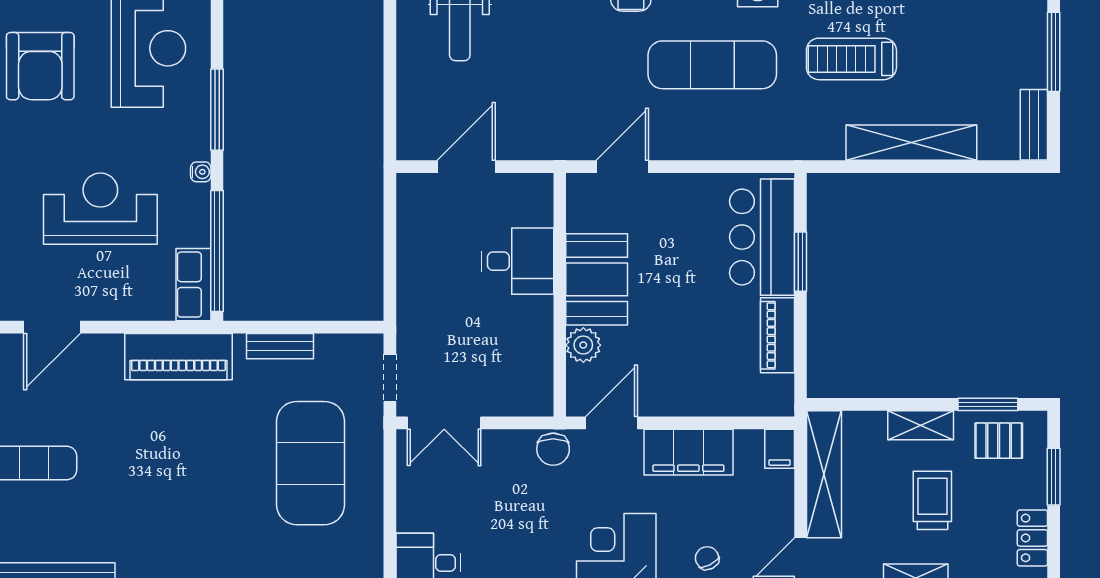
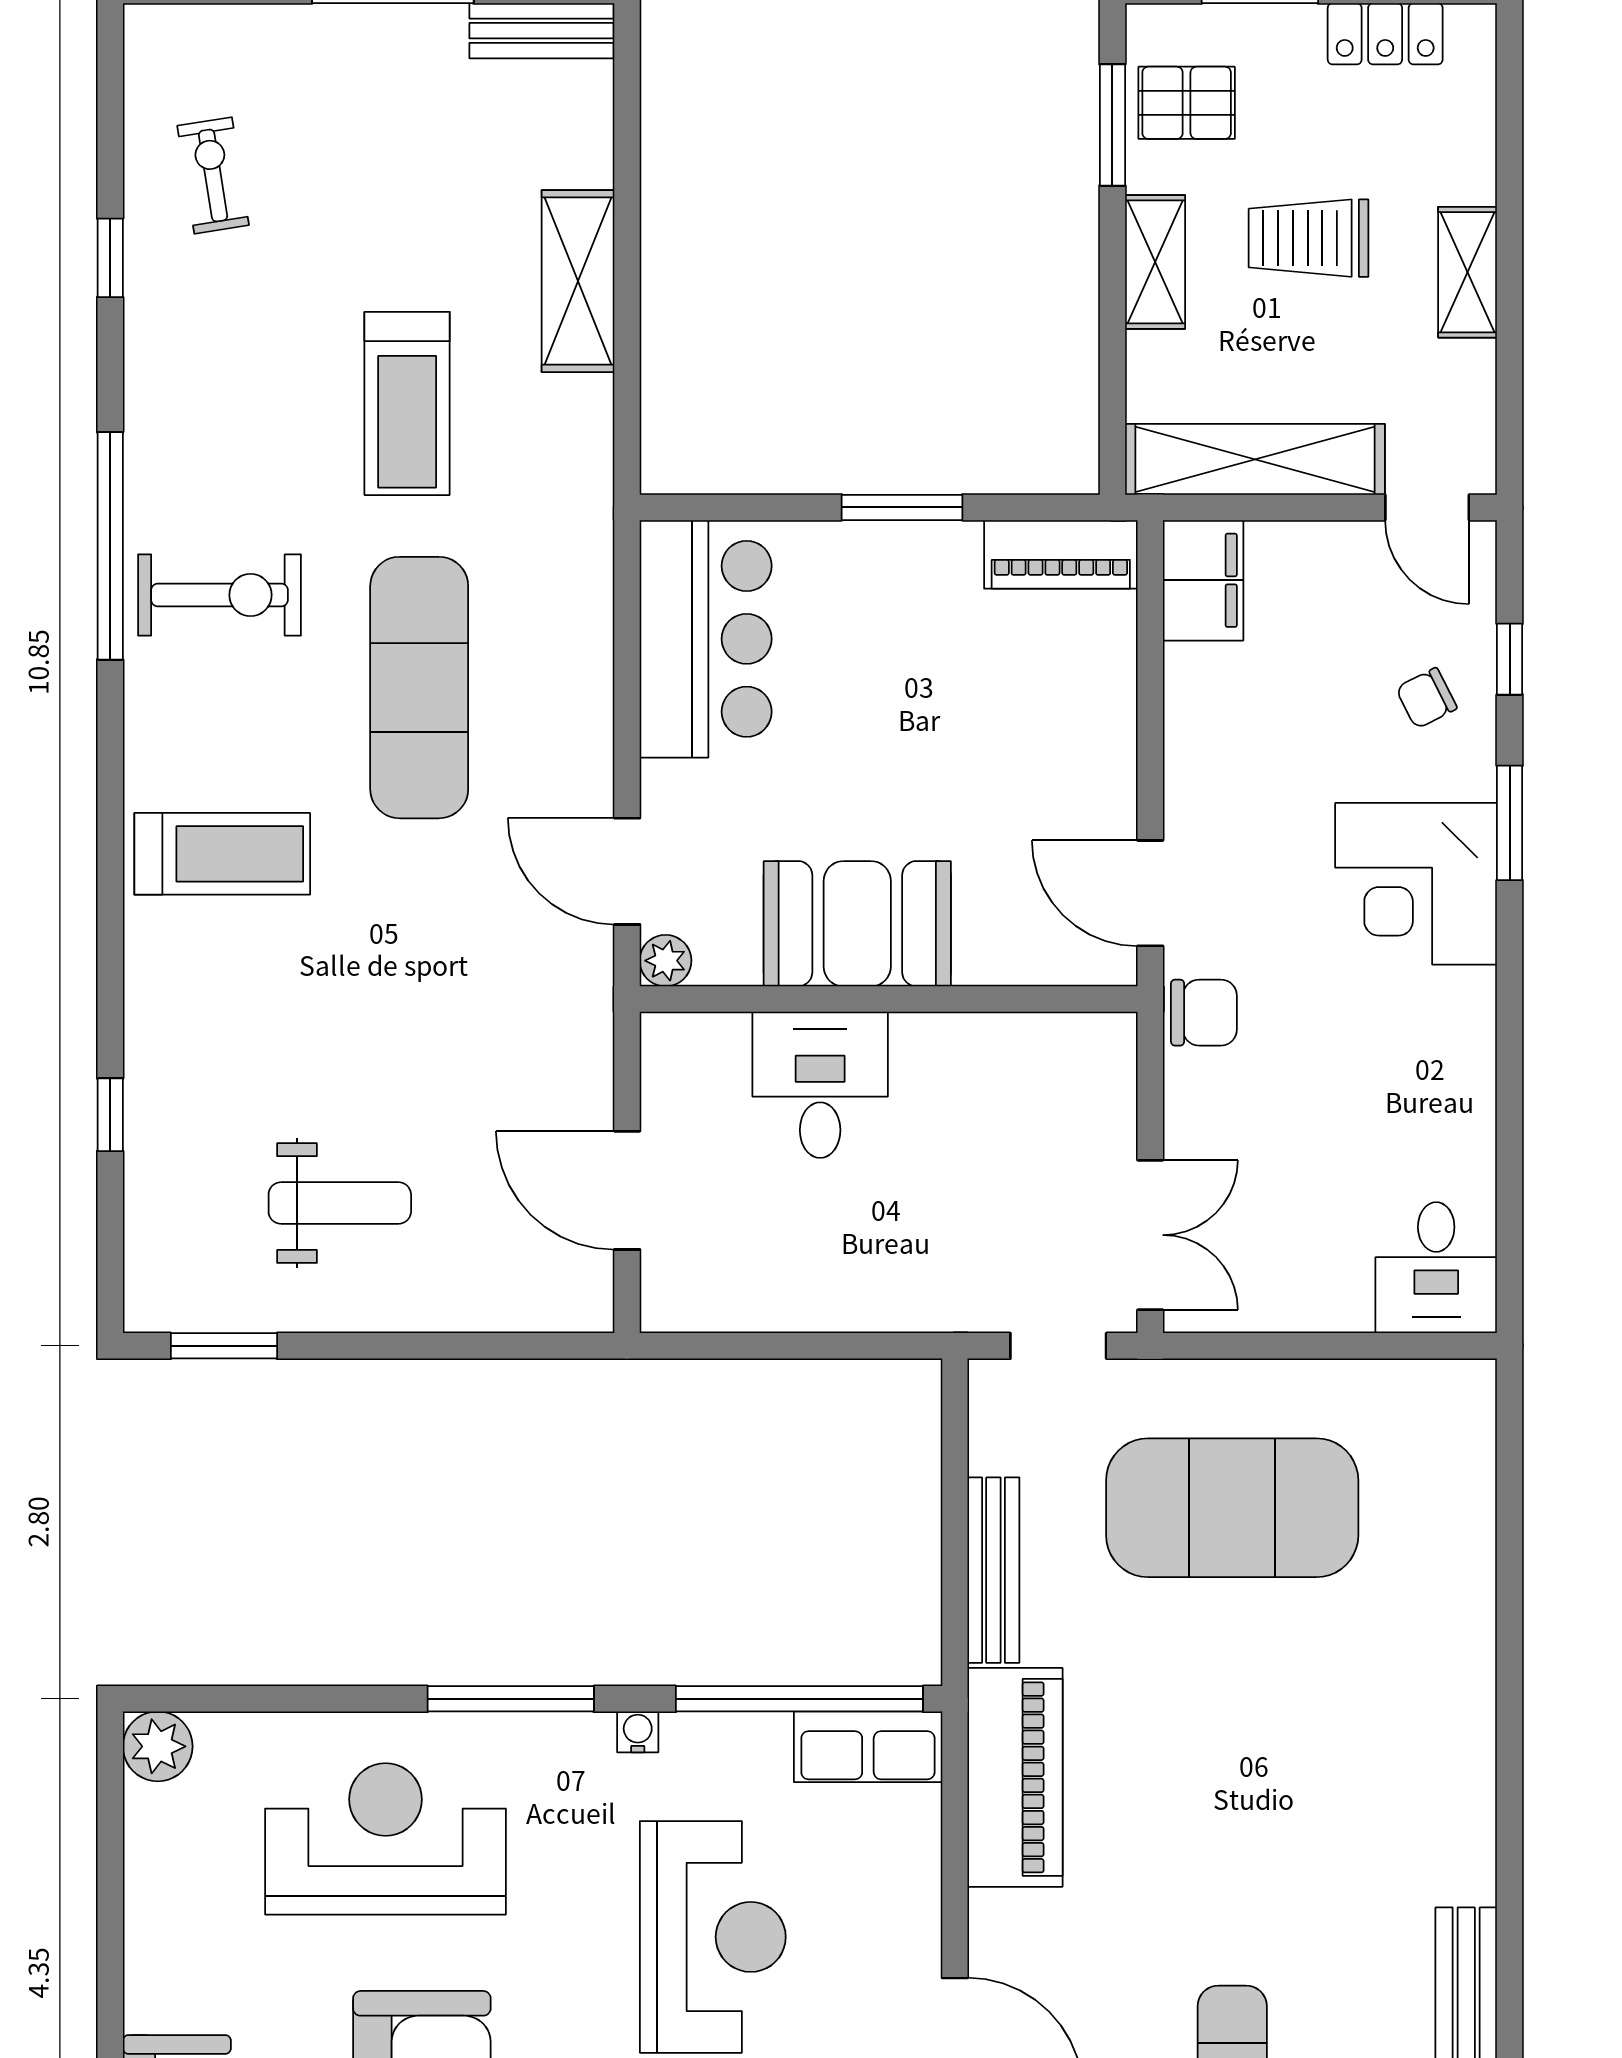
shelving: (911, 143) -> (578, 281), width x0.68
reception desk: (100, 209) -> (713, 1937), turned 180
bar counter: (762, 237) -> (706, 639), moved, turned -90
window: (800, 262) -> (902, 507), moved
piano: (778, 335) -> (1061, 554), moved
plant: (583, 345) -> (666, 961), moved, width x0.73, depth x0.73
bench: (280, 346) -> (993, 1570), width x1.36
pallet: (999, 441) -> (1187, 103), turned 90
filing cabinet: (780, 449) -> (1203, 580), width x2.00
filing cabinet: (688, 452) -> (1210, 736), removed

